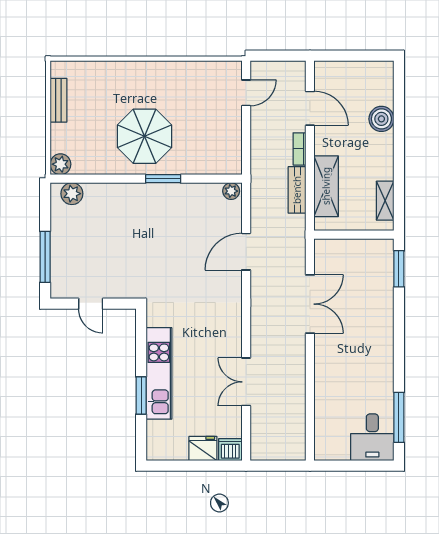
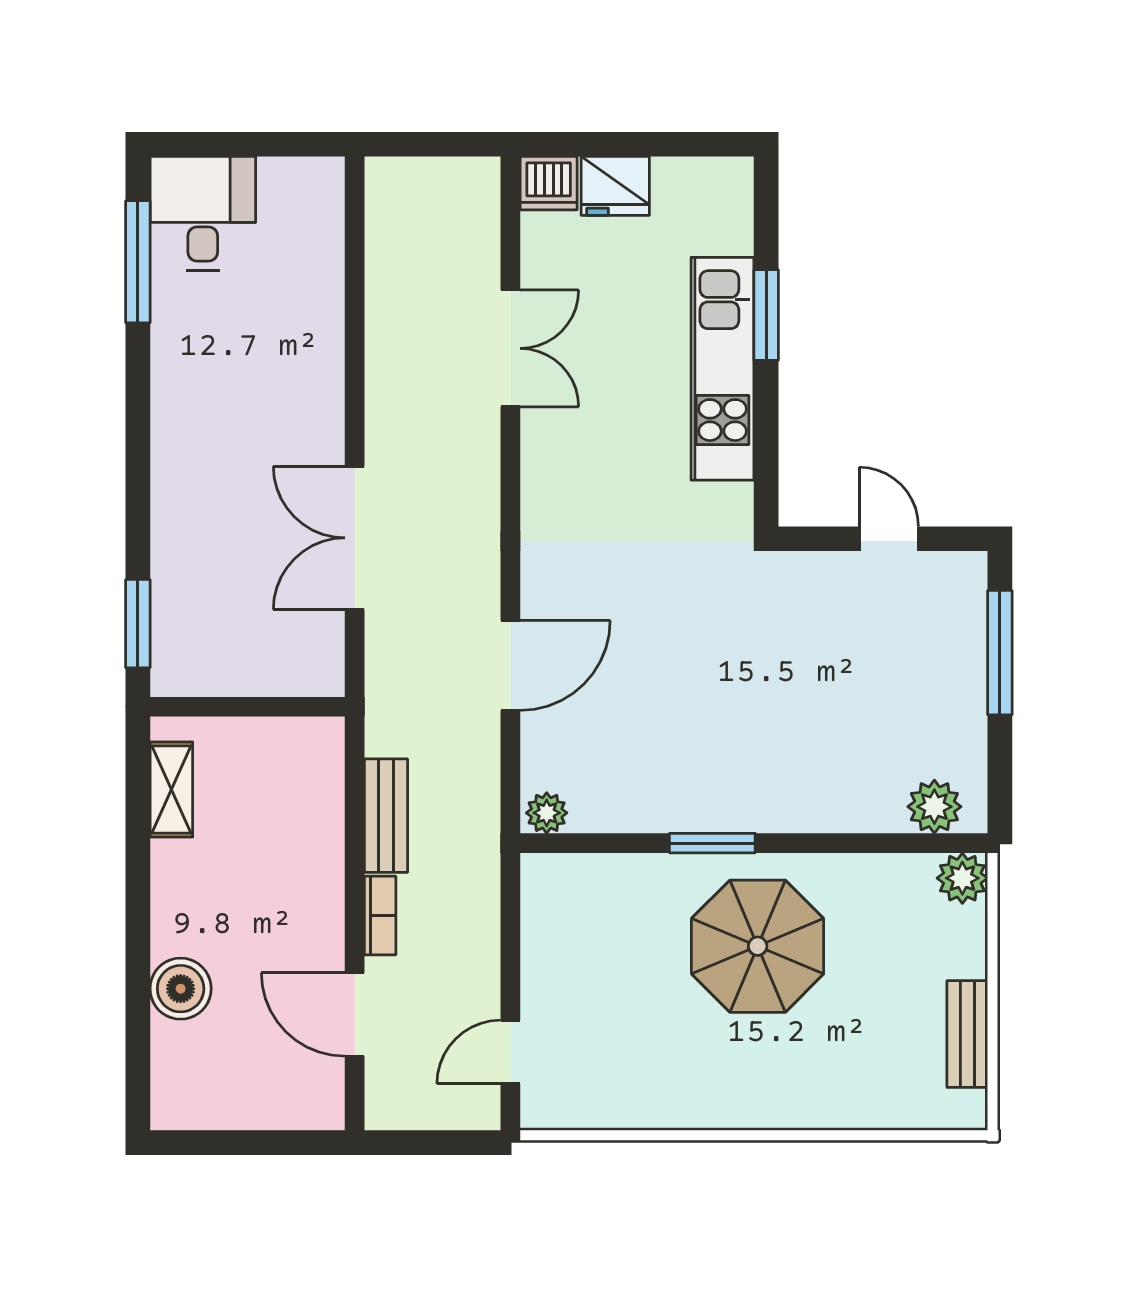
shelving: (326, 186) -> (315, 825), removed

